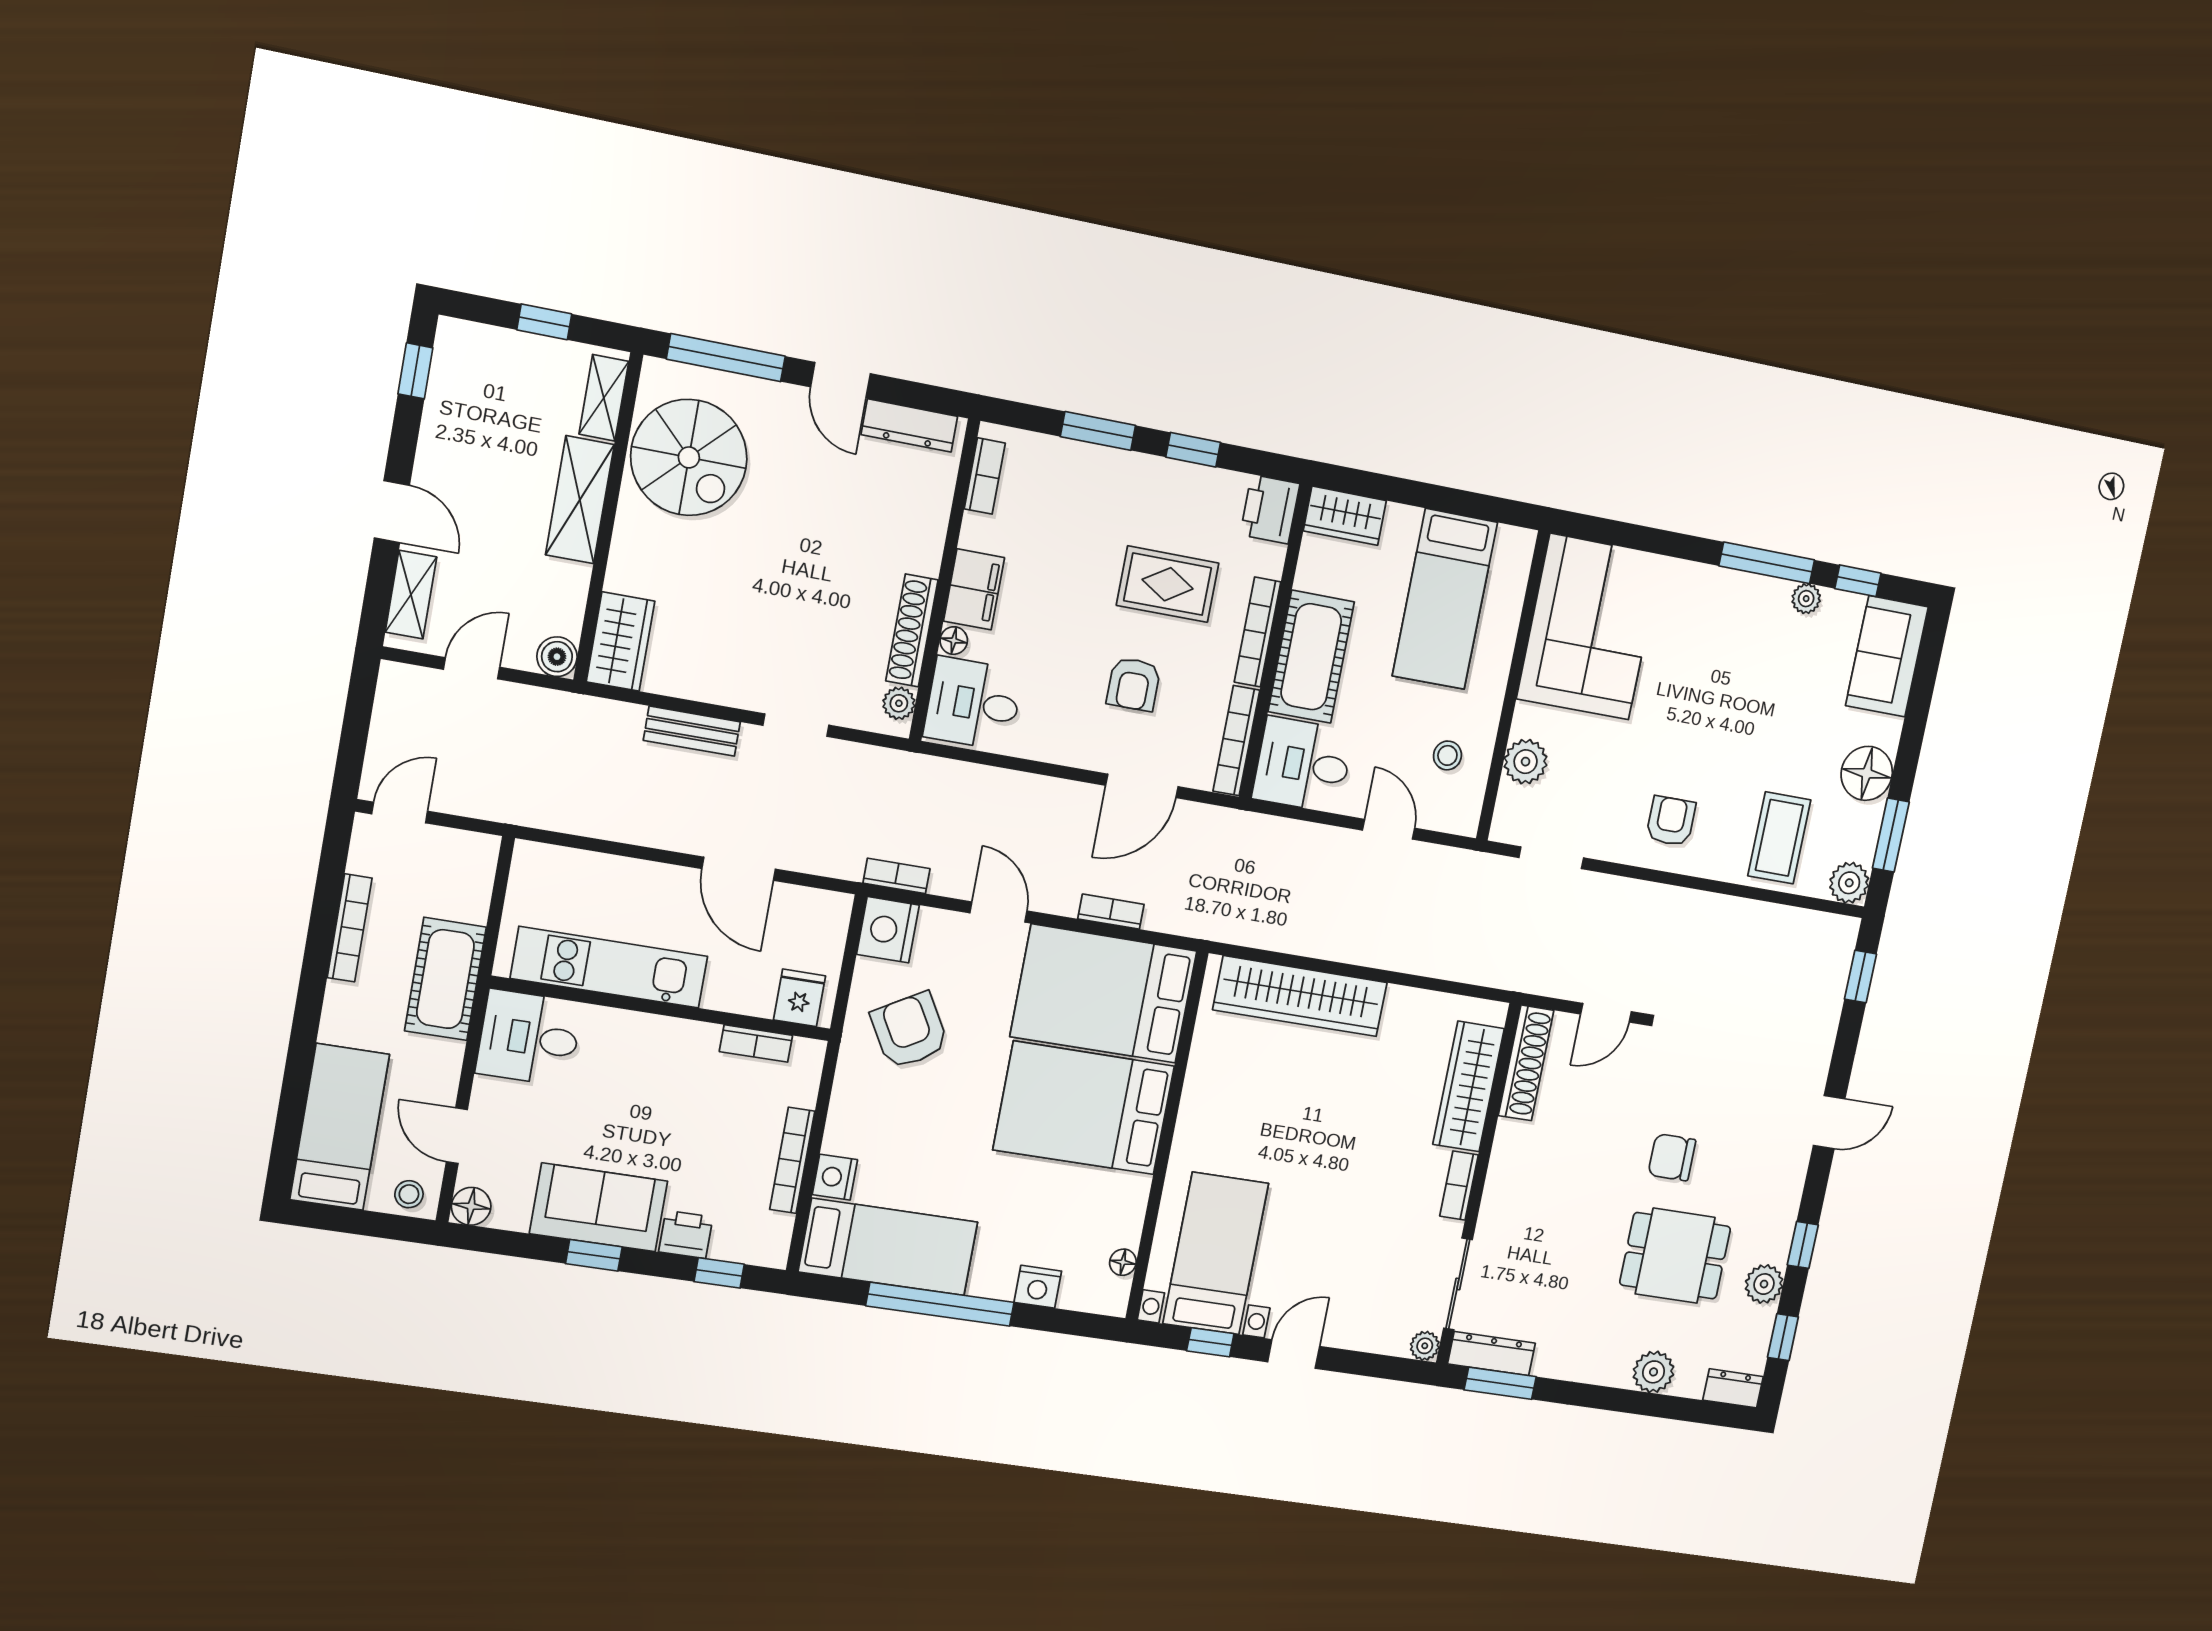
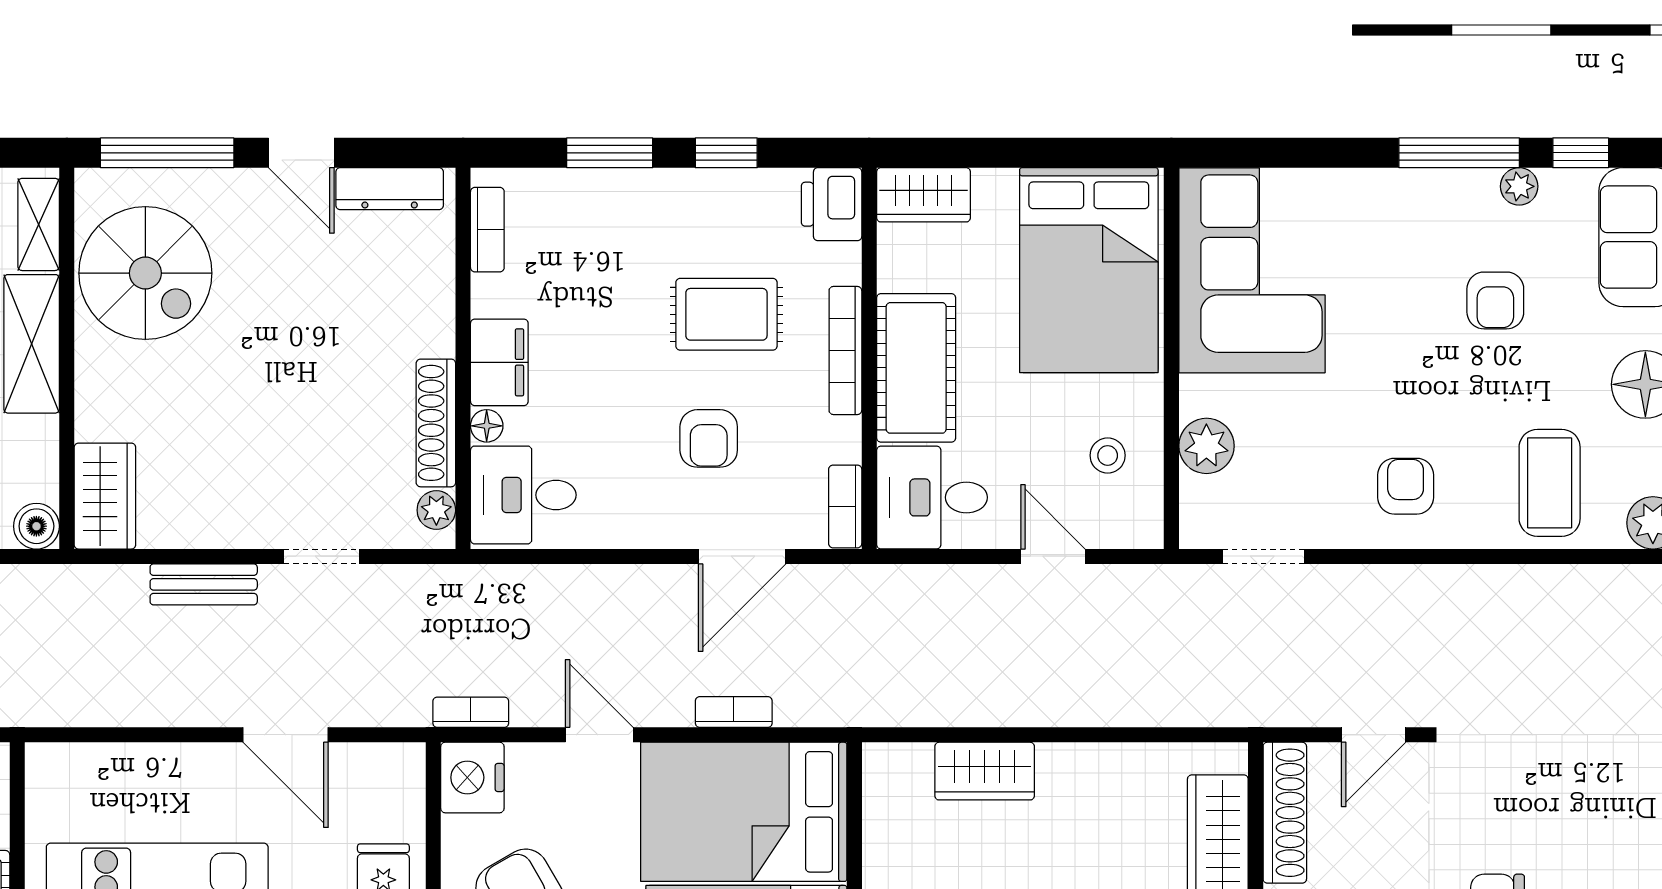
bed: (1445, 599) -> (1089, 270), width x1.50
armchair: (1769, 686) -> (1495, 300), added
bookcase: (1236, 741) -> (845, 506), width x0.64
wardrobe: (1300, 996) -> (985, 771), width x0.48, depth x0.85

